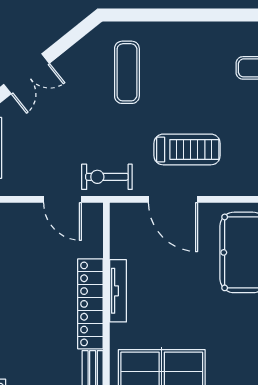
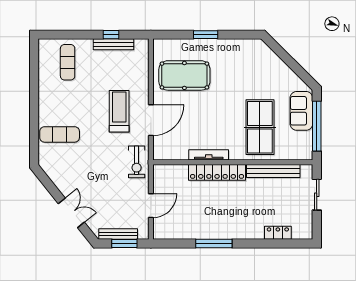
exercise mat: (127, 72) -> (60, 134), moved
door: (62, 199) -> (151, 206), moved

